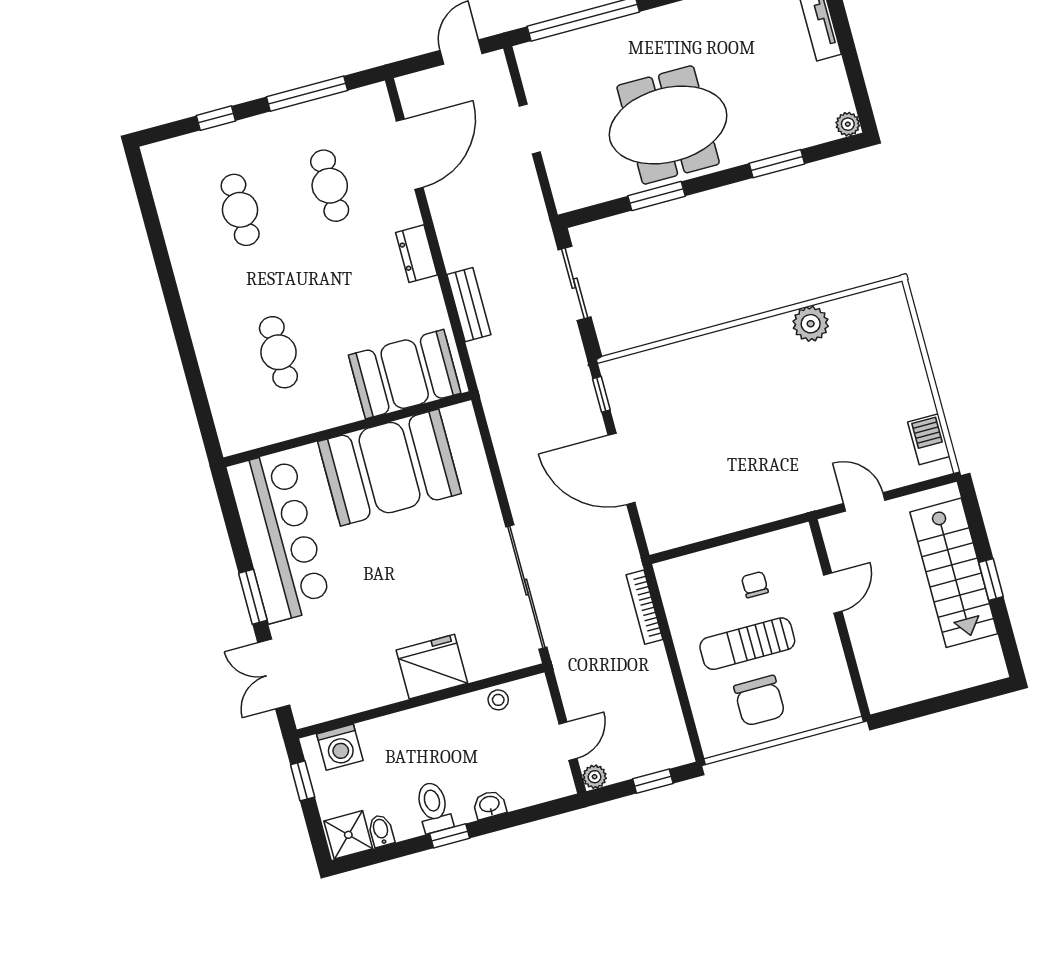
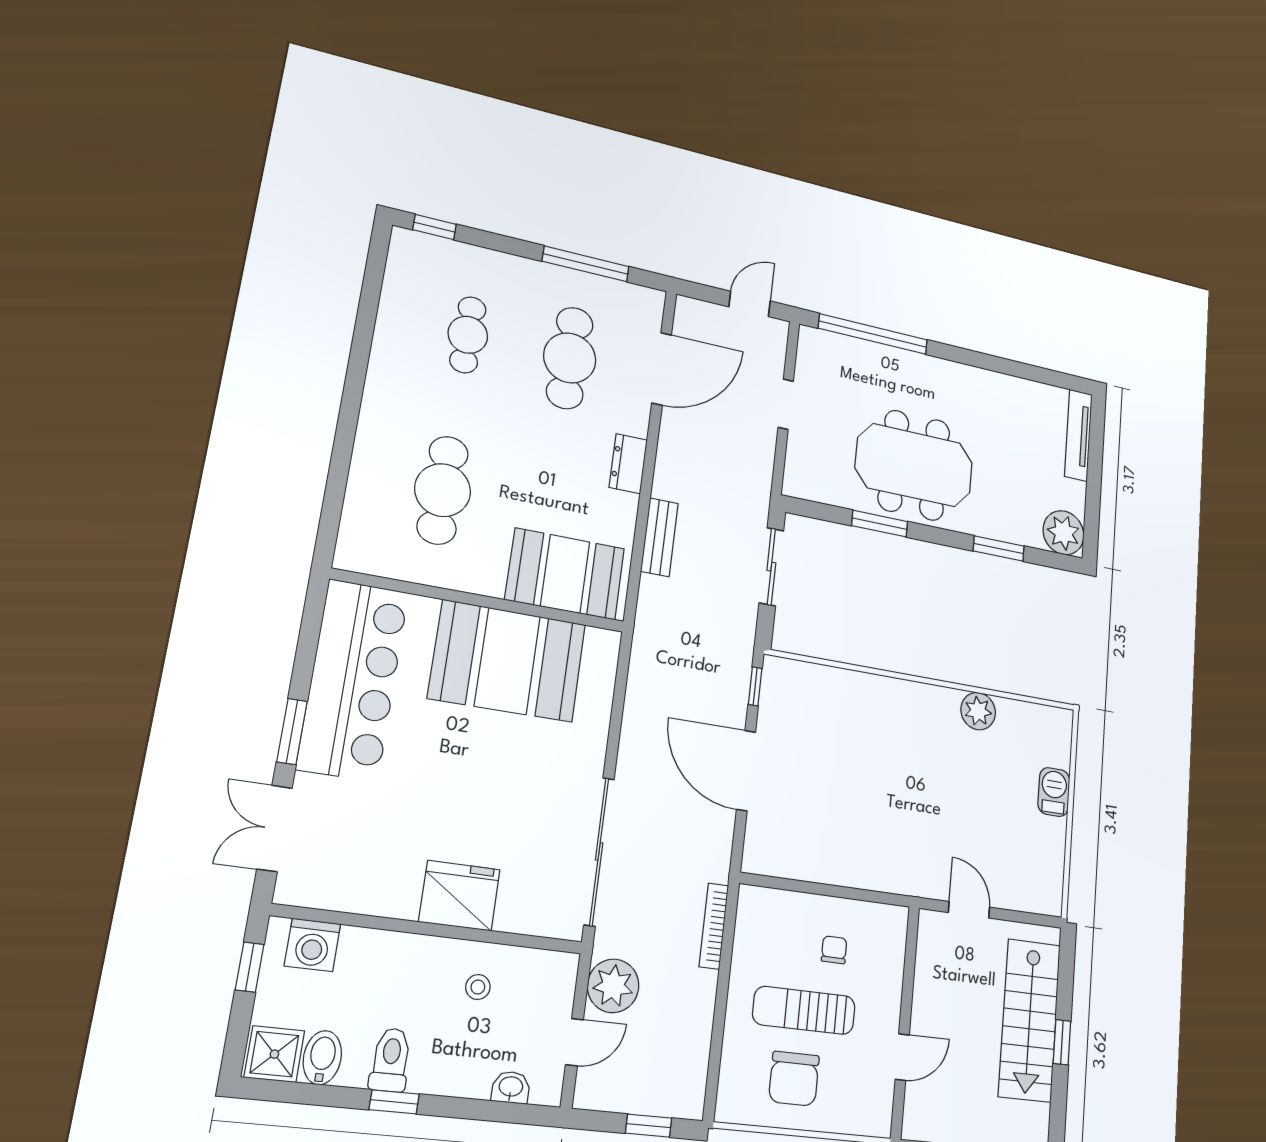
window: (216, 118) -> (435, 227), moved
plant: (848, 124) -> (1064, 533), width x1.88, depth x1.88
cafe table: (330, 186) -> (570, 358), width x1.37, depth x1.35
cafe table: (278, 352) -> (443, 490), width x1.37, depth x1.35
barbecue: (929, 439) -> (1054, 792), moved
door: (833, 593) -> (902, 1057), moved
stool: (498, 700) -> (478, 987), moved
plant: (595, 777) -> (613, 986), moved, width x1.88, depth x1.88
washbasin: (490, 805) -> (511, 1087), moved
bidet: (381, 831) -> (322, 1058), width x1.38, depth x1.36

